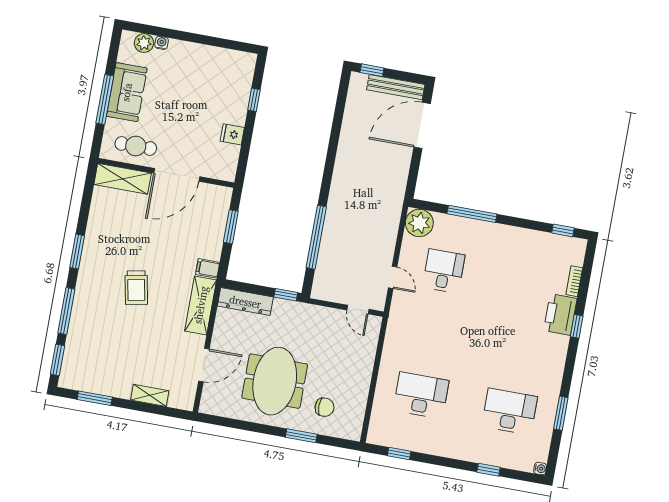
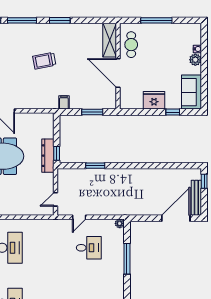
plant: (144, 43) -> (195, 60), moved
sofa: (127, 92) -> (191, 92), moved, turned 90
door: (422, 125) -> (176, 218), hinge flipped
fridge: (232, 134) -> (154, 100), width x1.88, depth x1.34
plant: (419, 223) -> (120, 223), width x0.53, depth x0.53
window: (316, 237) -> (95, 166), width x0.47
dresser: (245, 302) -> (48, 156), moved
shelving: (201, 305) -> (40, 102), removed

